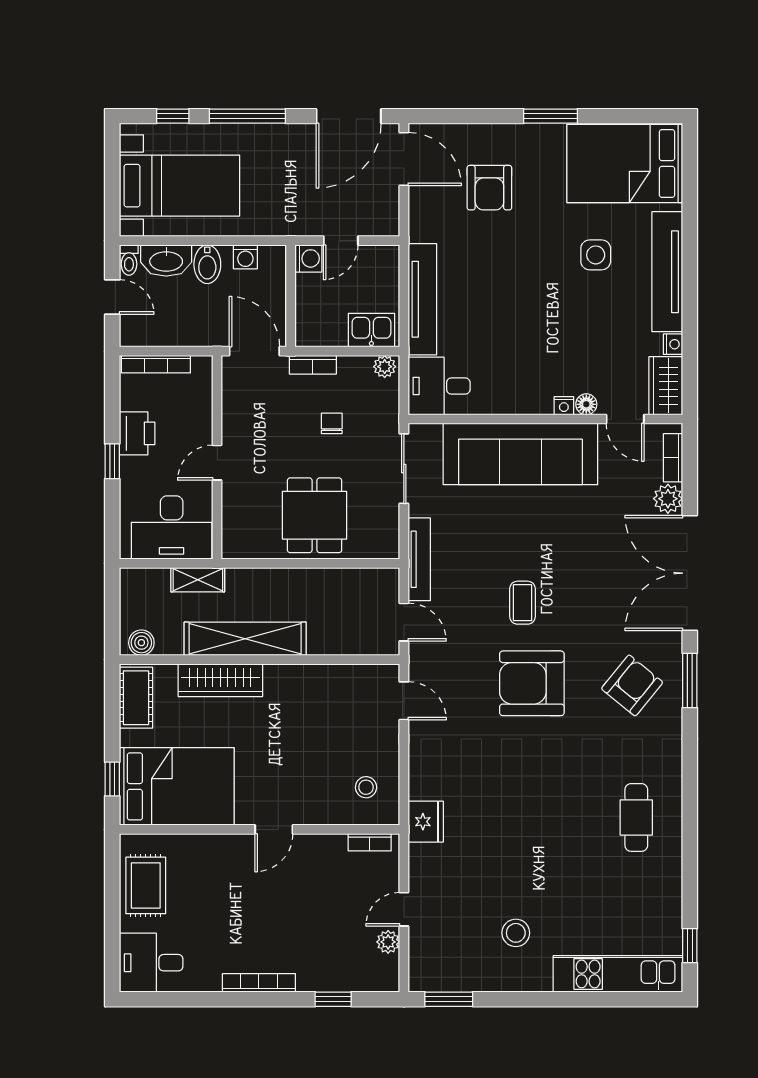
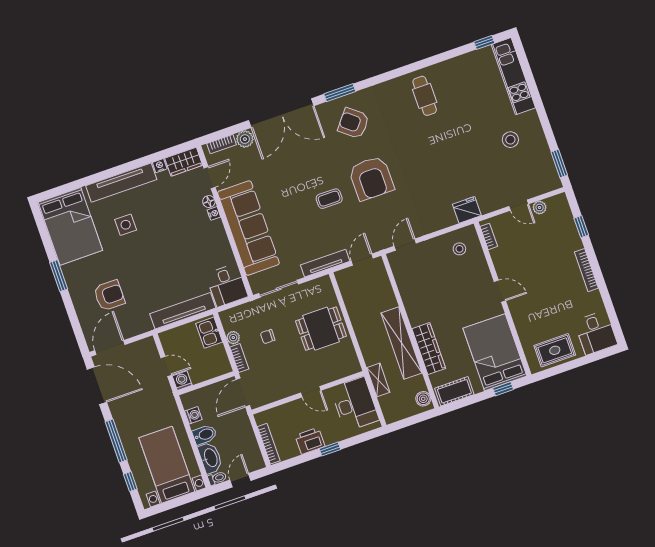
plant: (385, 367) -> (233, 338), moved
cafe table: (636, 817) -> (425, 96), turned 90

